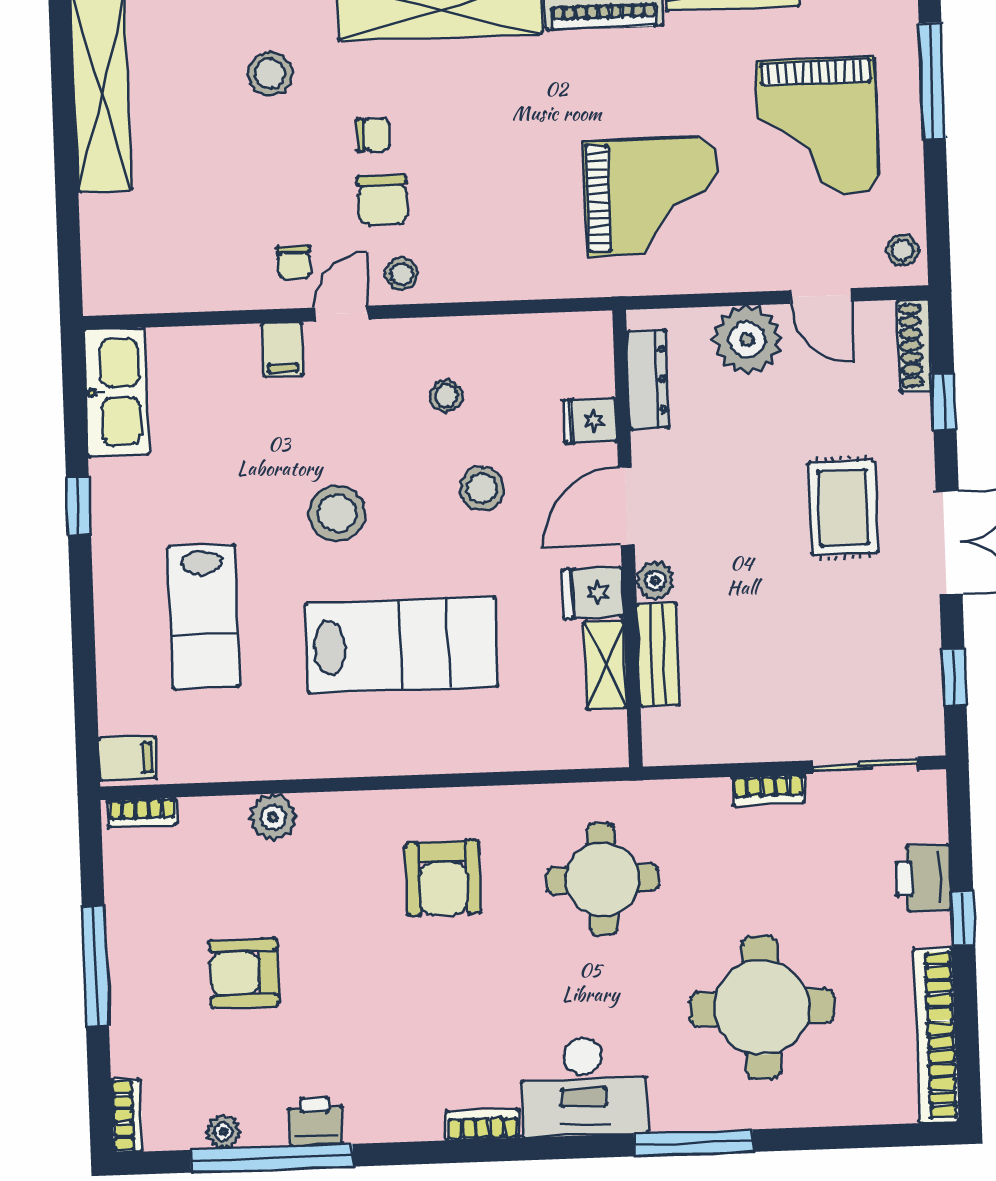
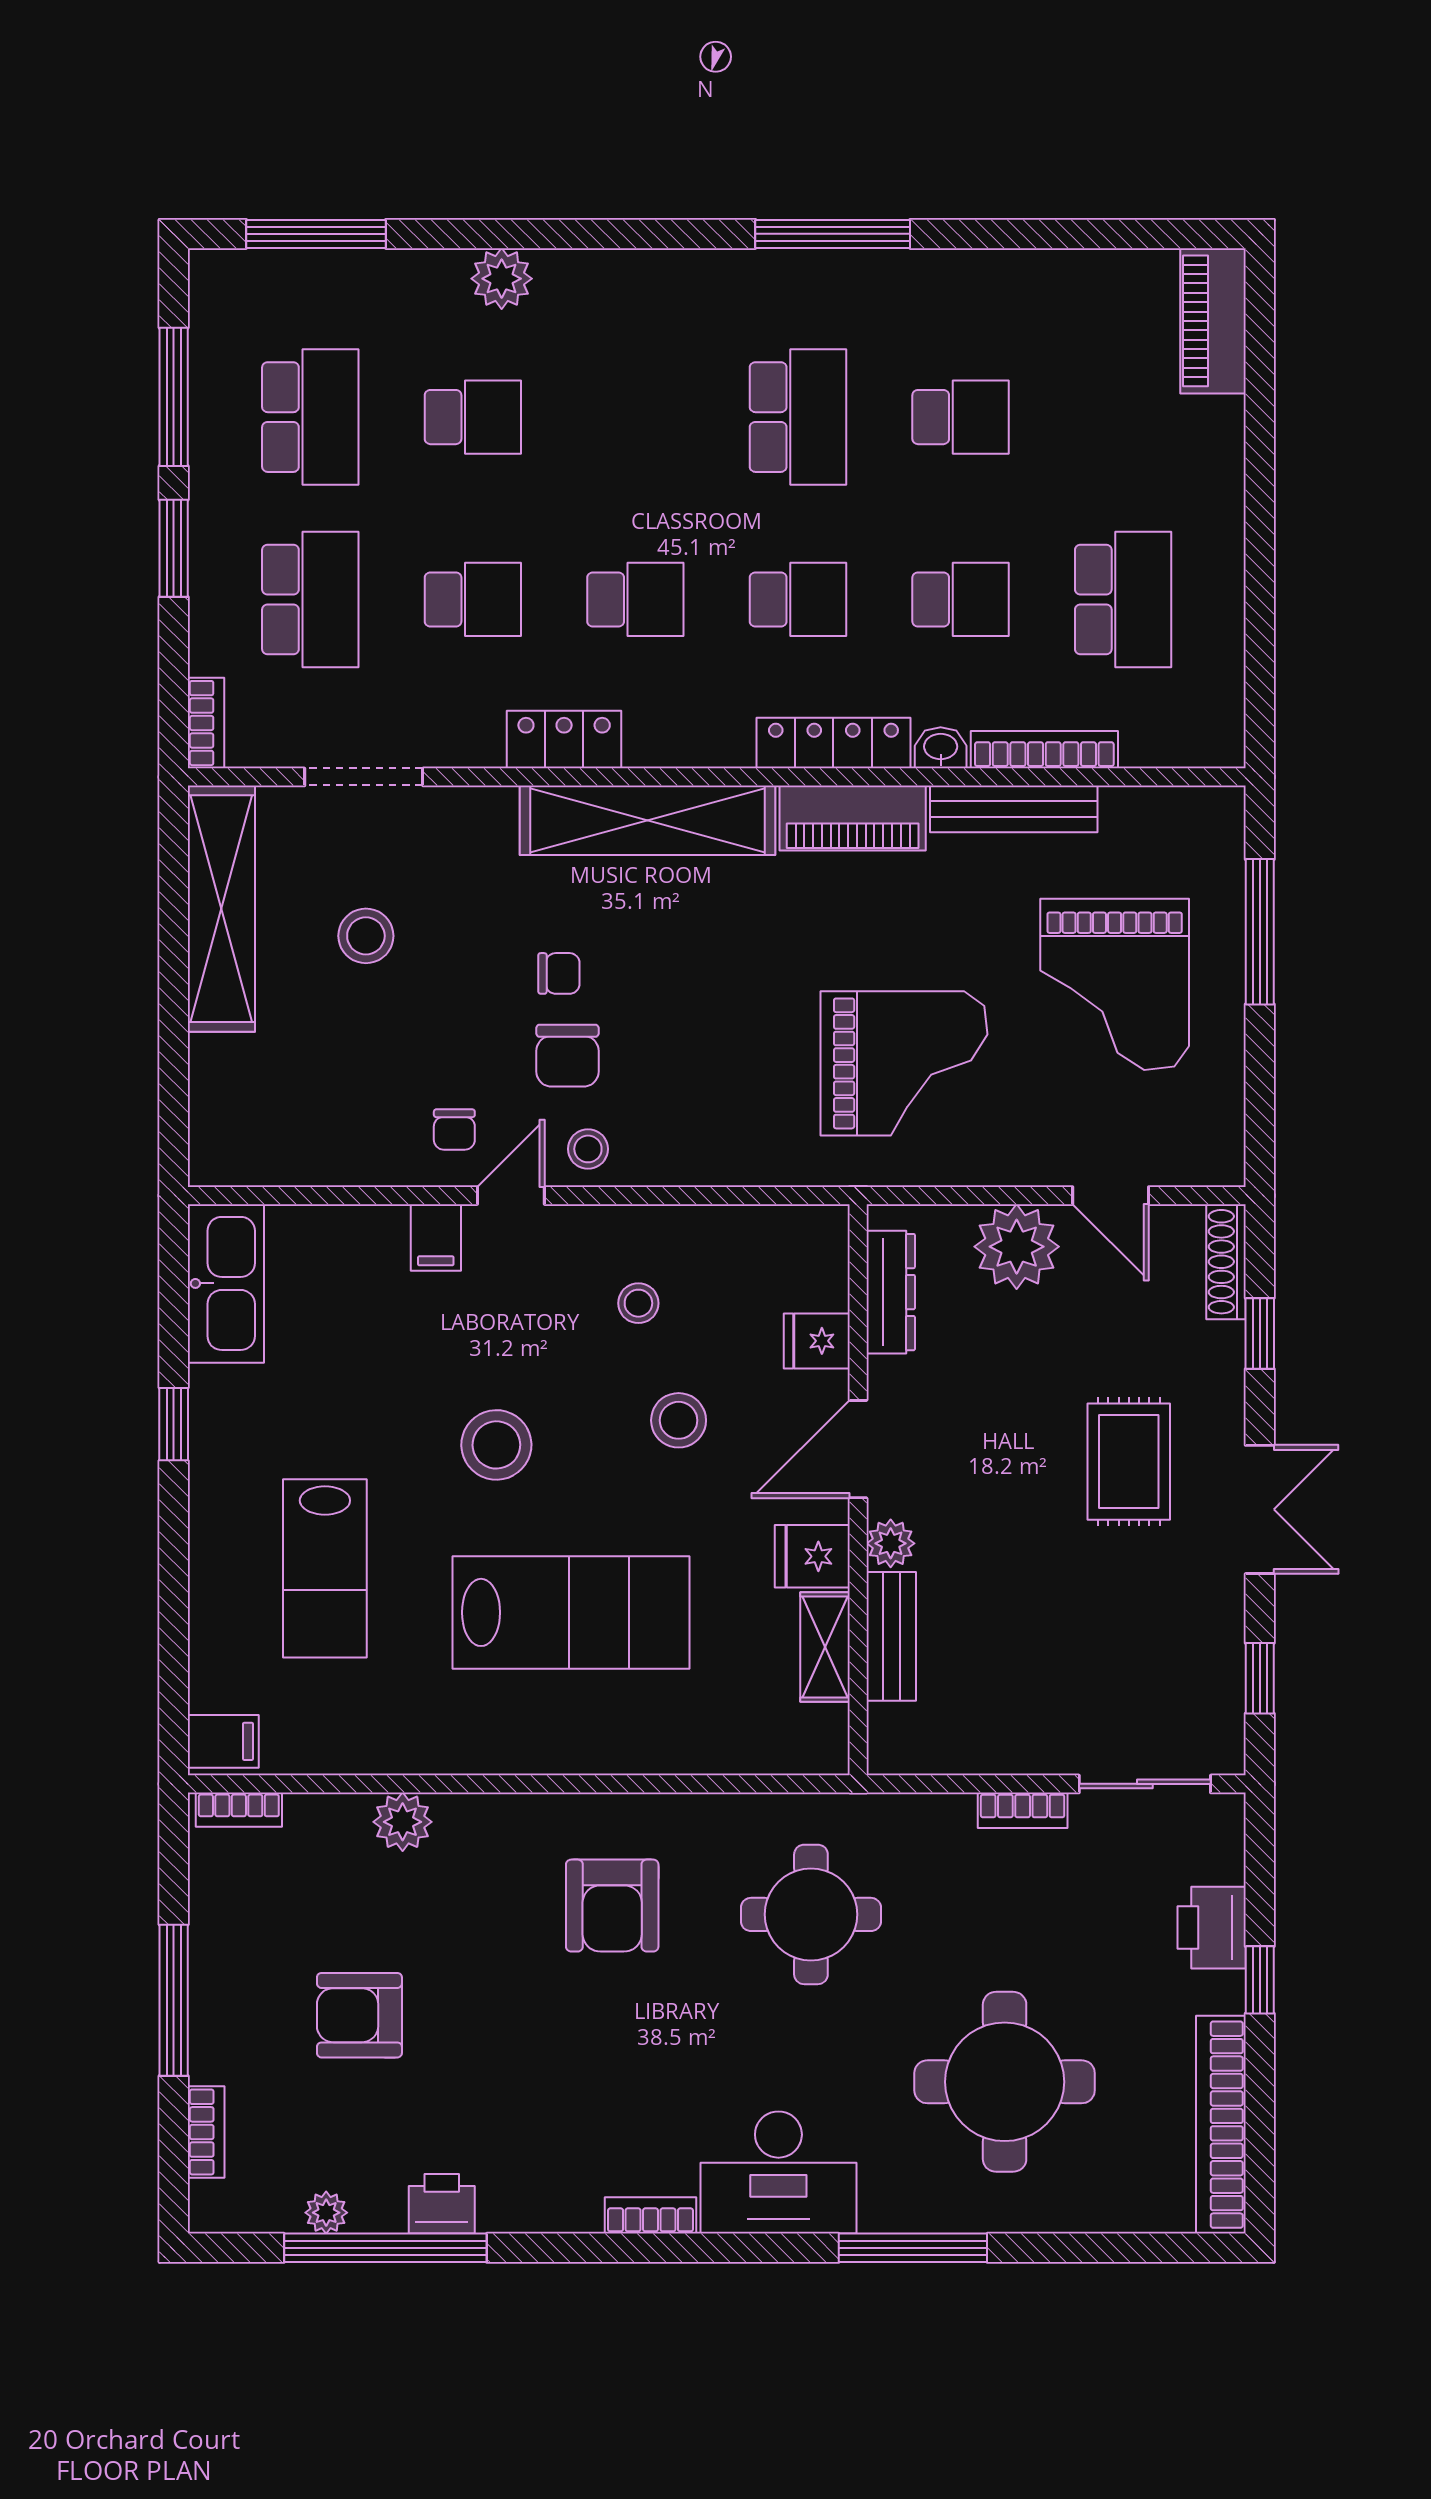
stool: (270, 74) -> (366, 936), moved
stool: (903, 250) -> (1215, 1142), removed
bookcase: (127, 1116) -> (206, 2132), moved

